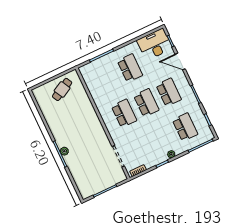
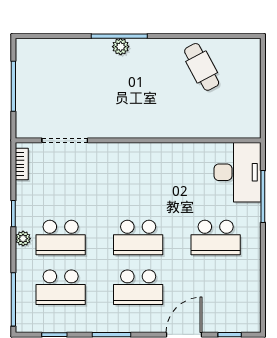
desk: (155, 44) -> (237, 172), moved
cafe table: (62, 89) -> (202, 67), moved
school desk: (124, 113) -> (61, 238), moved

